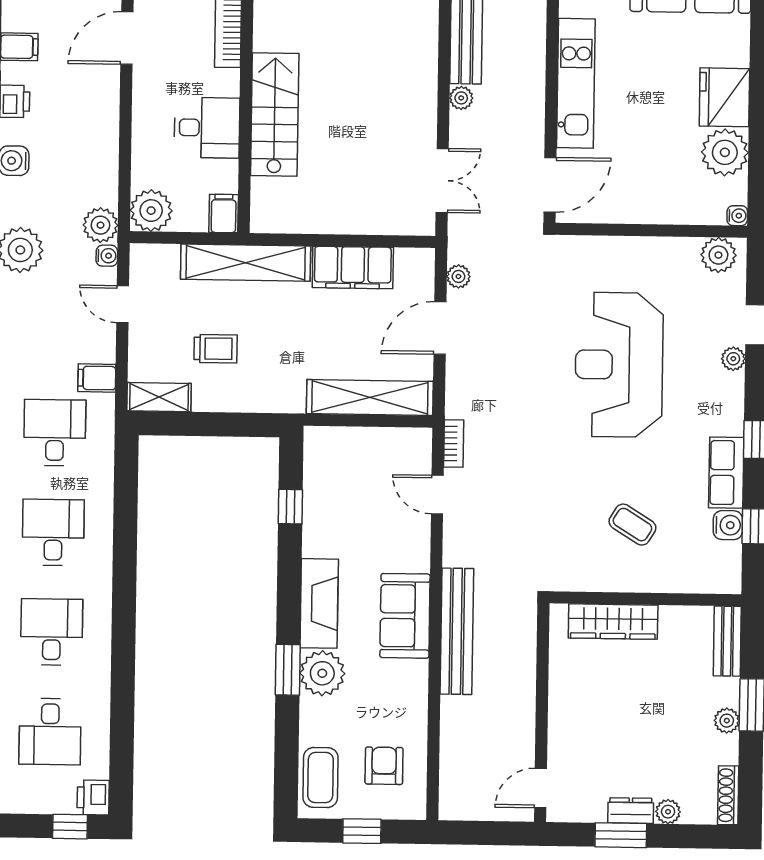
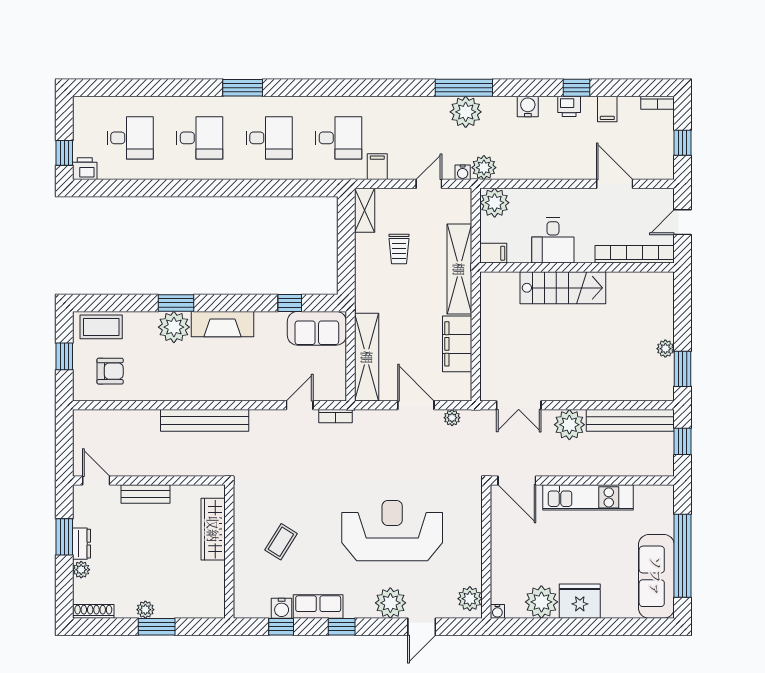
plant: (461, 98) -> (569, 425), width x1.87, depth x1.87
plant: (733, 359) -> (390, 603), width x1.88, depth x1.88
sofa: (405, 616) -> (317, 328), moved, turned 180
bench: (727, 641) -> (145, 494), moved
desk: (50, 732) -> (130, 138), turned 180

